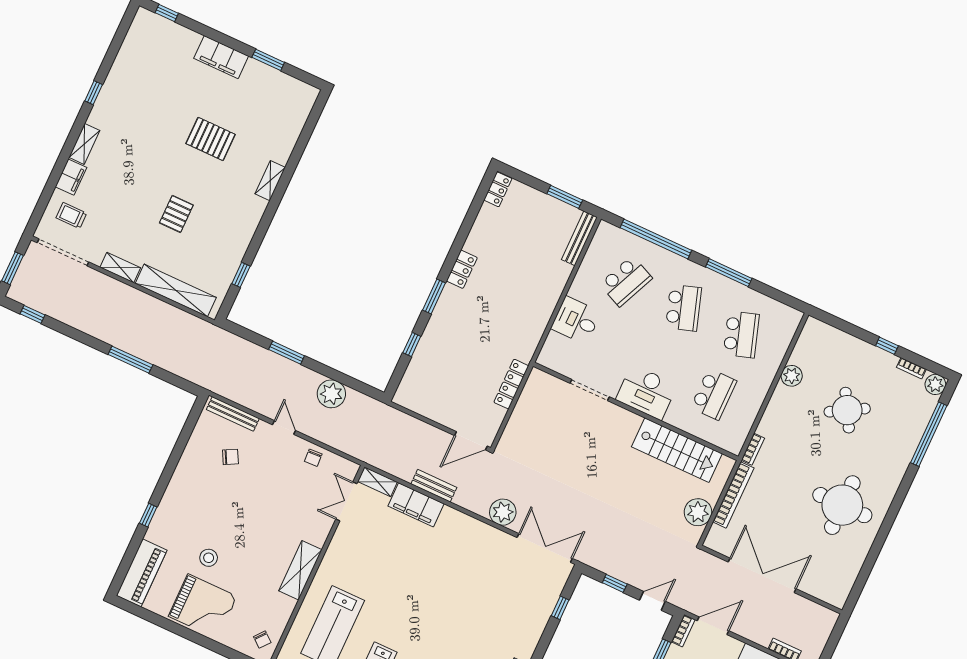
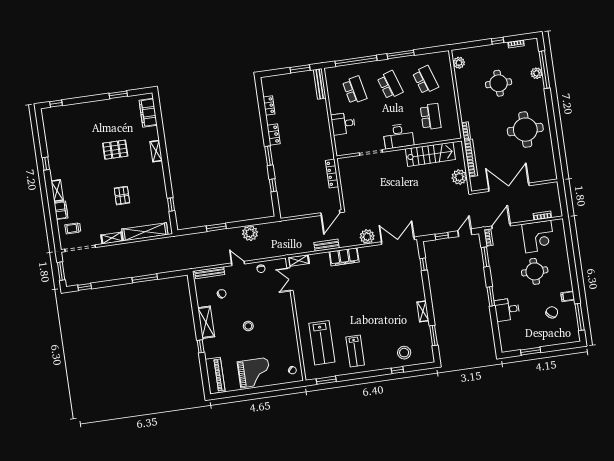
filing cabinet: (221, 57) -> (148, 113), moved, turned 90
locker: (498, 189) -> (269, 105), moved
school desk: (626, 281) -> (355, 90), turned -36
plant: (792, 376) -> (459, 63), moved
plant: (935, 384) -> (536, 73), moved
round table: (847, 410) -> (499, 83), turned 30
filing cabinet: (416, 505) -> (344, 257), moved
stool: (209, 558) -> (248, 326), moved
shelving: (300, 570) -> (206, 322), moved

